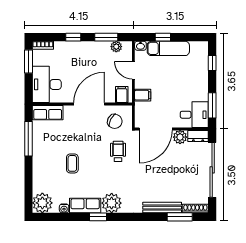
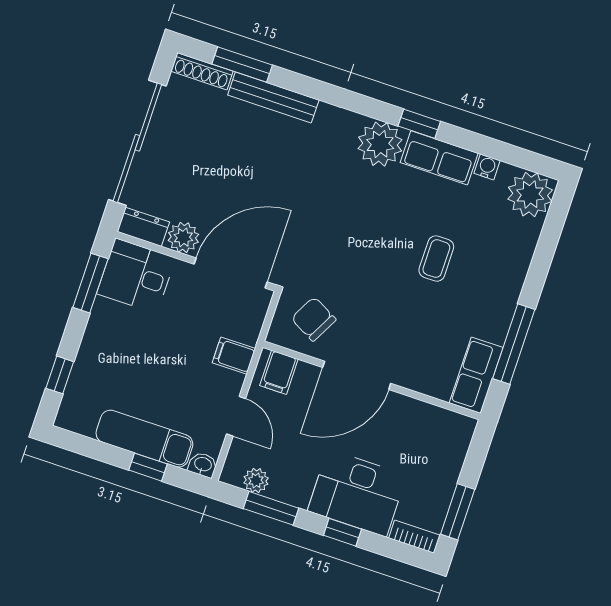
desk: (47, 84) -> (357, 493), moved, turned 90
row of seats: (48, 113) -> (476, 375), moved, turned -90
wheelchair: (118, 151) -> (328, 251), removed

